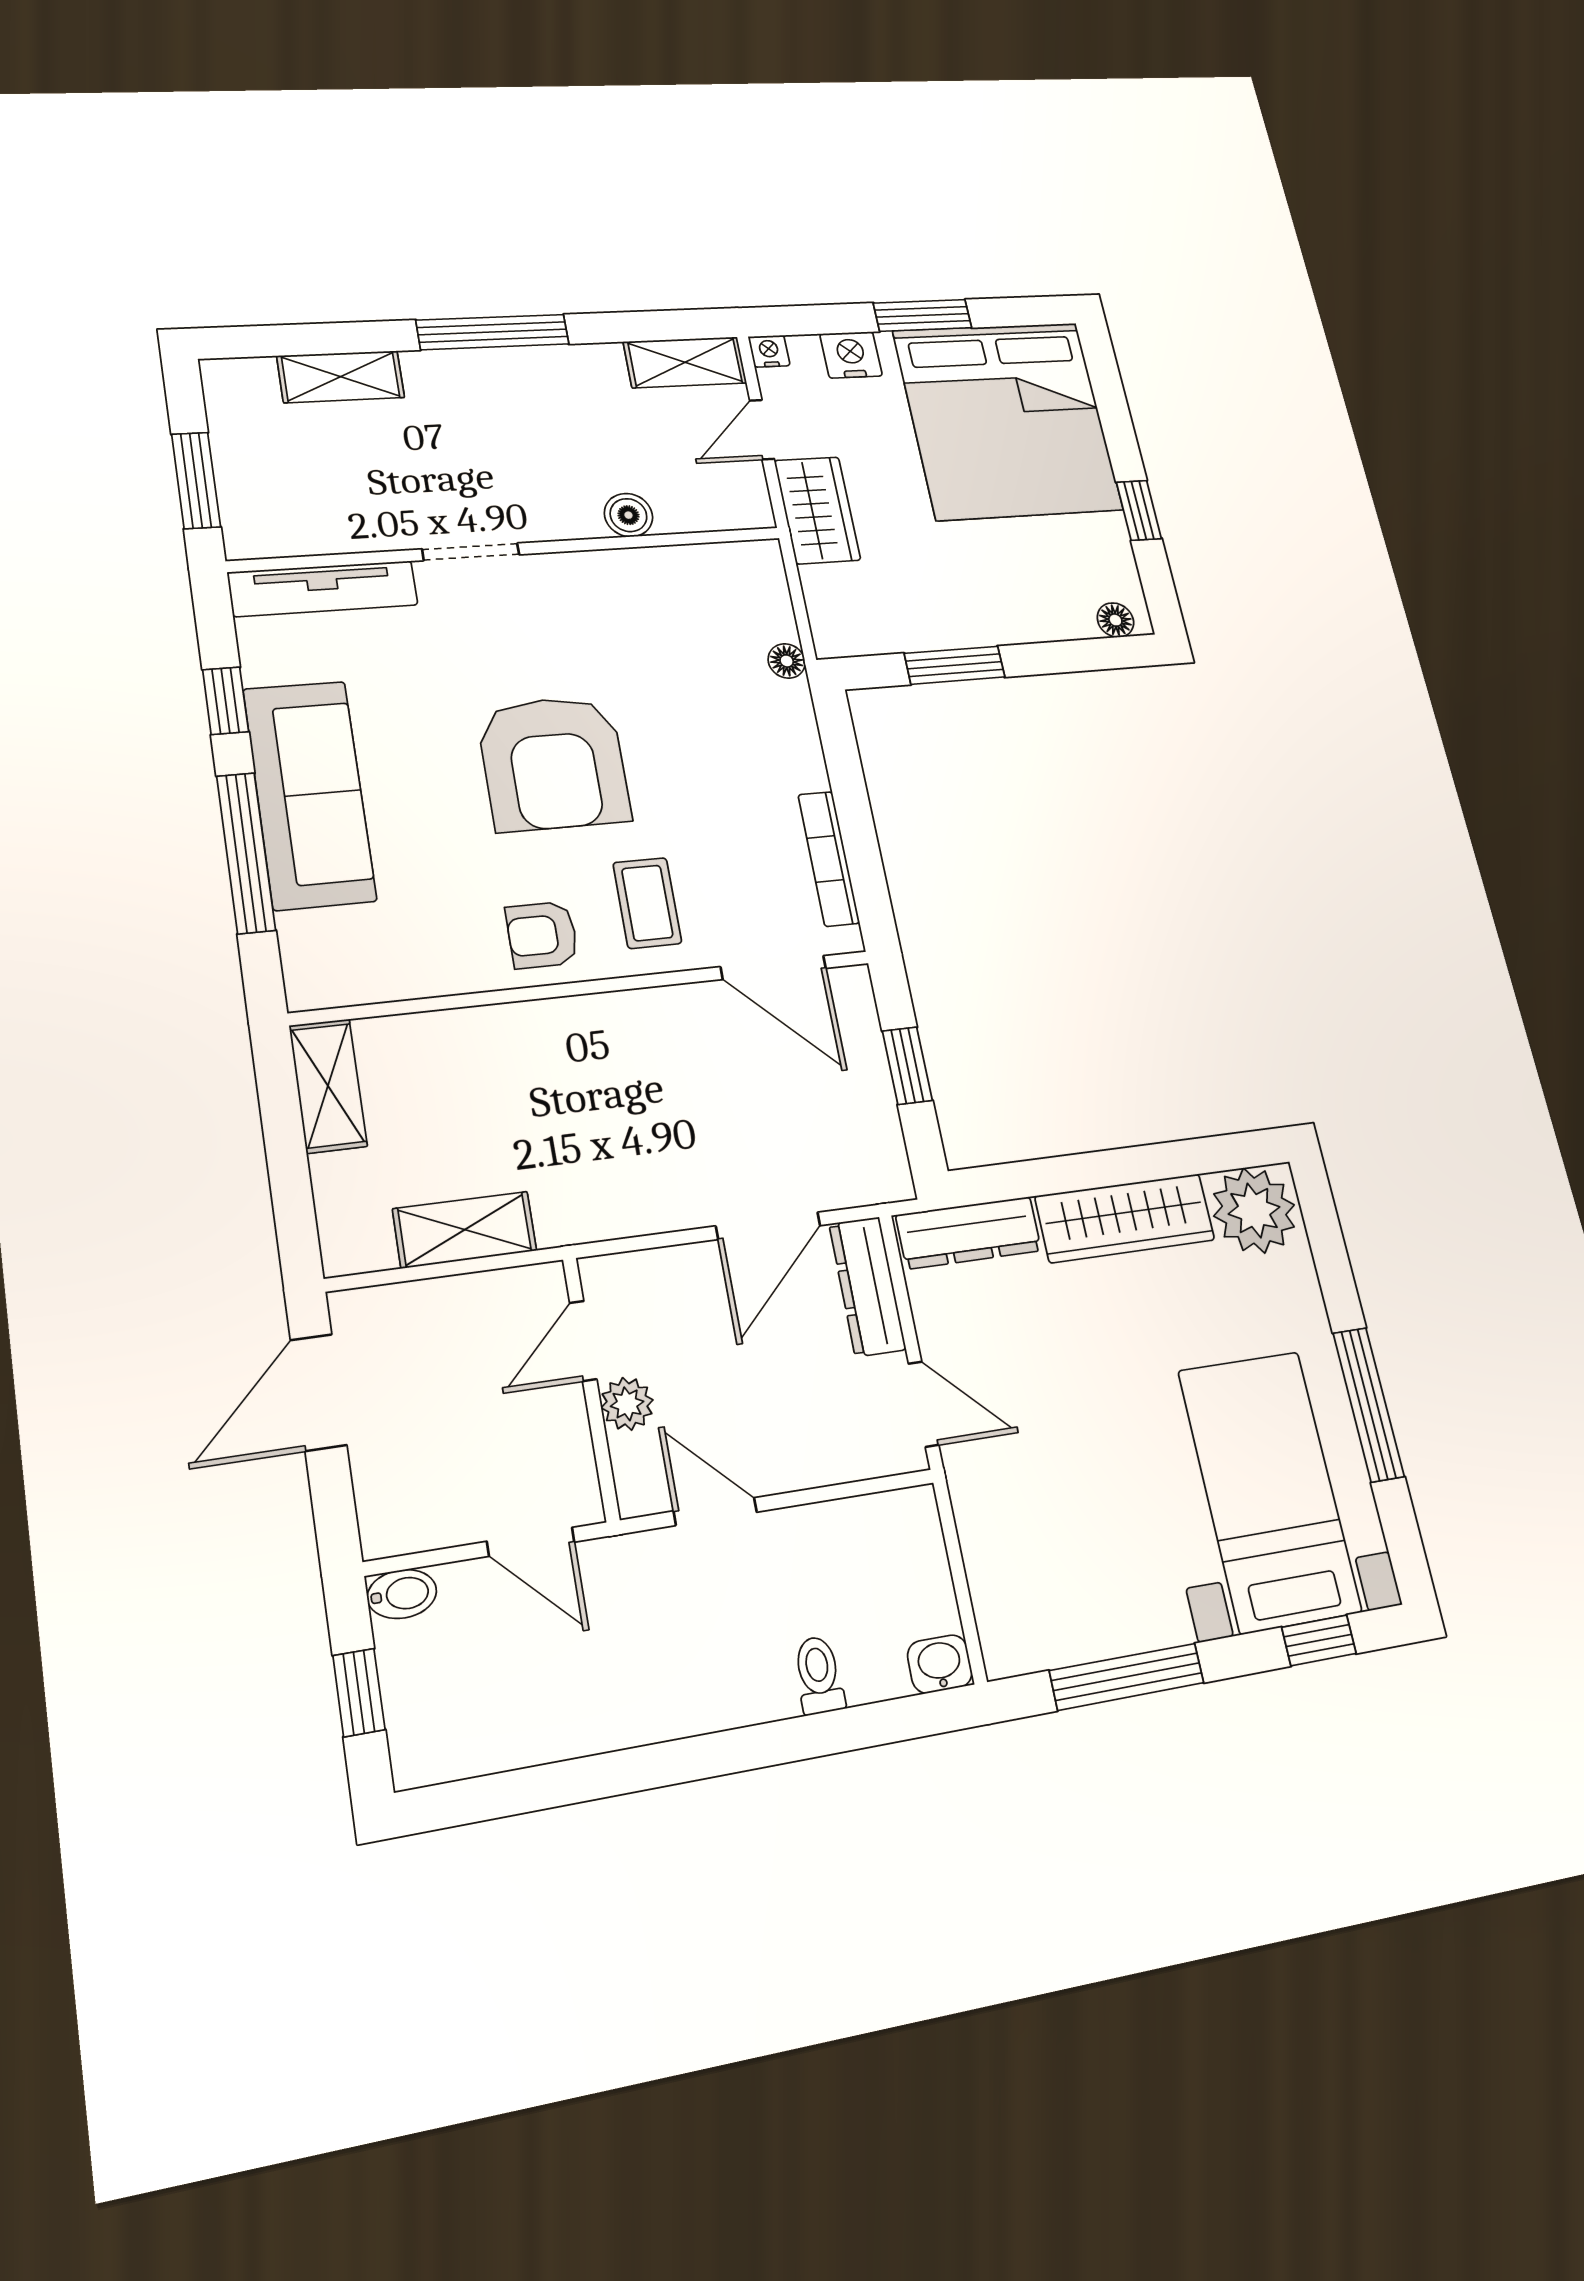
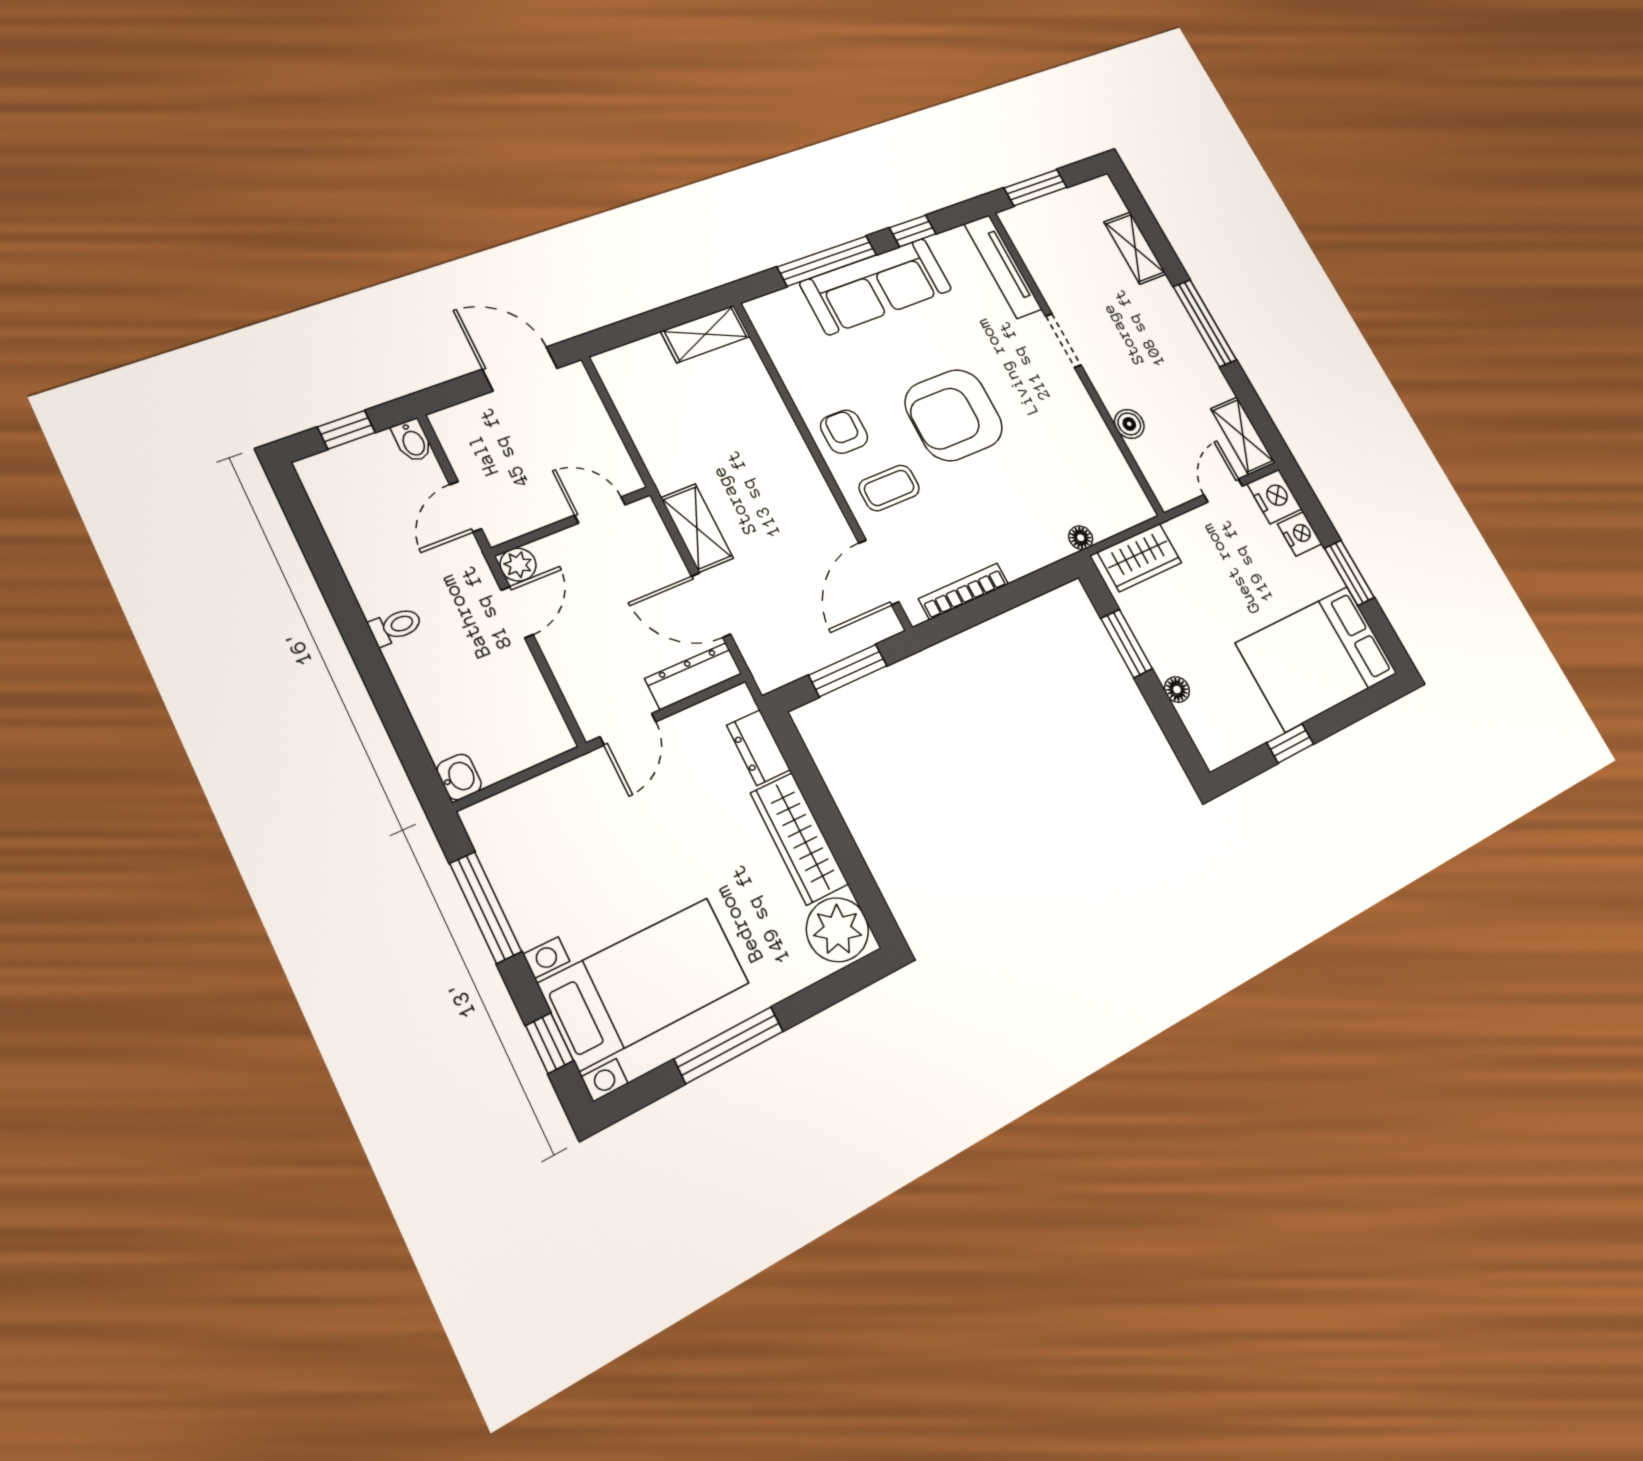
nightstand: (769, 351) -> (1274, 496), width x1.89, depth x1.79
bed: (1007, 420) -> (1317, 658), width x0.73
door: (762, 430) -> (1223, 490), hinge flipped
wardrobe: (817, 510) -> (1140, 558), moved
floor lamp: (1115, 620) -> (1177, 689), moved
window: (907, 1066) -> (848, 670), width x1.50
shelving: (465, 1230) -> (697, 528), moved
dresser: (969, 1233) -> (758, 748), width x0.70
plant: (627, 1404) -> (518, 565), moved
toilet: (819, 1675) -> (396, 626), moved

